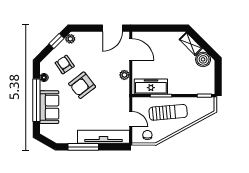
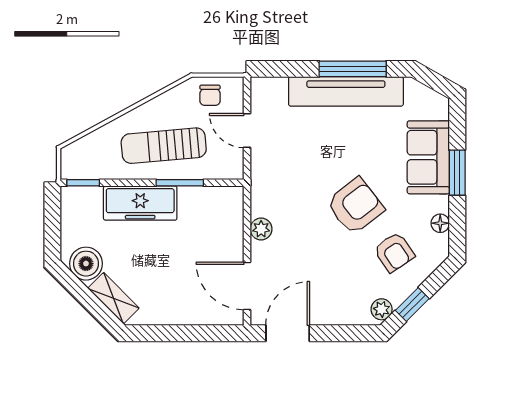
freezer: (151, 87) -> (140, 203), moved
window: (36, 100) -> (457, 173), width x0.47
tv unit: (104, 137) -> (346, 91), moved

